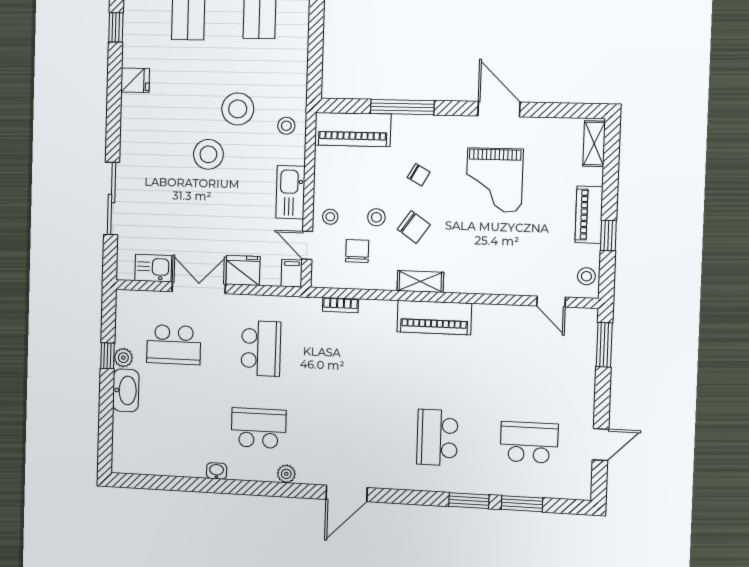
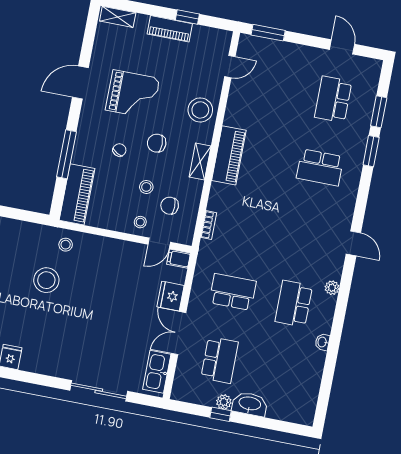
stool: (208, 154) -> (77, 309), removed
kitchen sink: (290, 192) -> (117, 250), removed
chair: (414, 227) -> (157, 143), moved, turned -125
kitchen sink: (153, 268) -> (157, 372), width x1.38
stool: (586, 276) -> (200, 110), moved, width x1.89, depth x1.89
door: (347, 493) -> (353, 243), width x0.73

